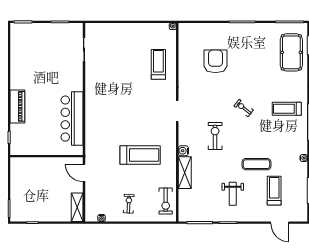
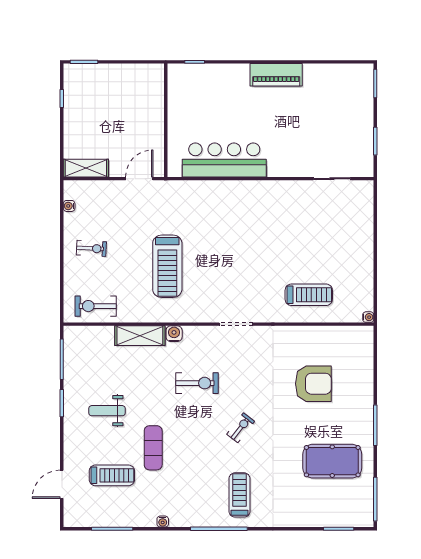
pool table: (291, 52) -> (332, 461), moved
piano: (17, 106) -> (276, 75), moved

